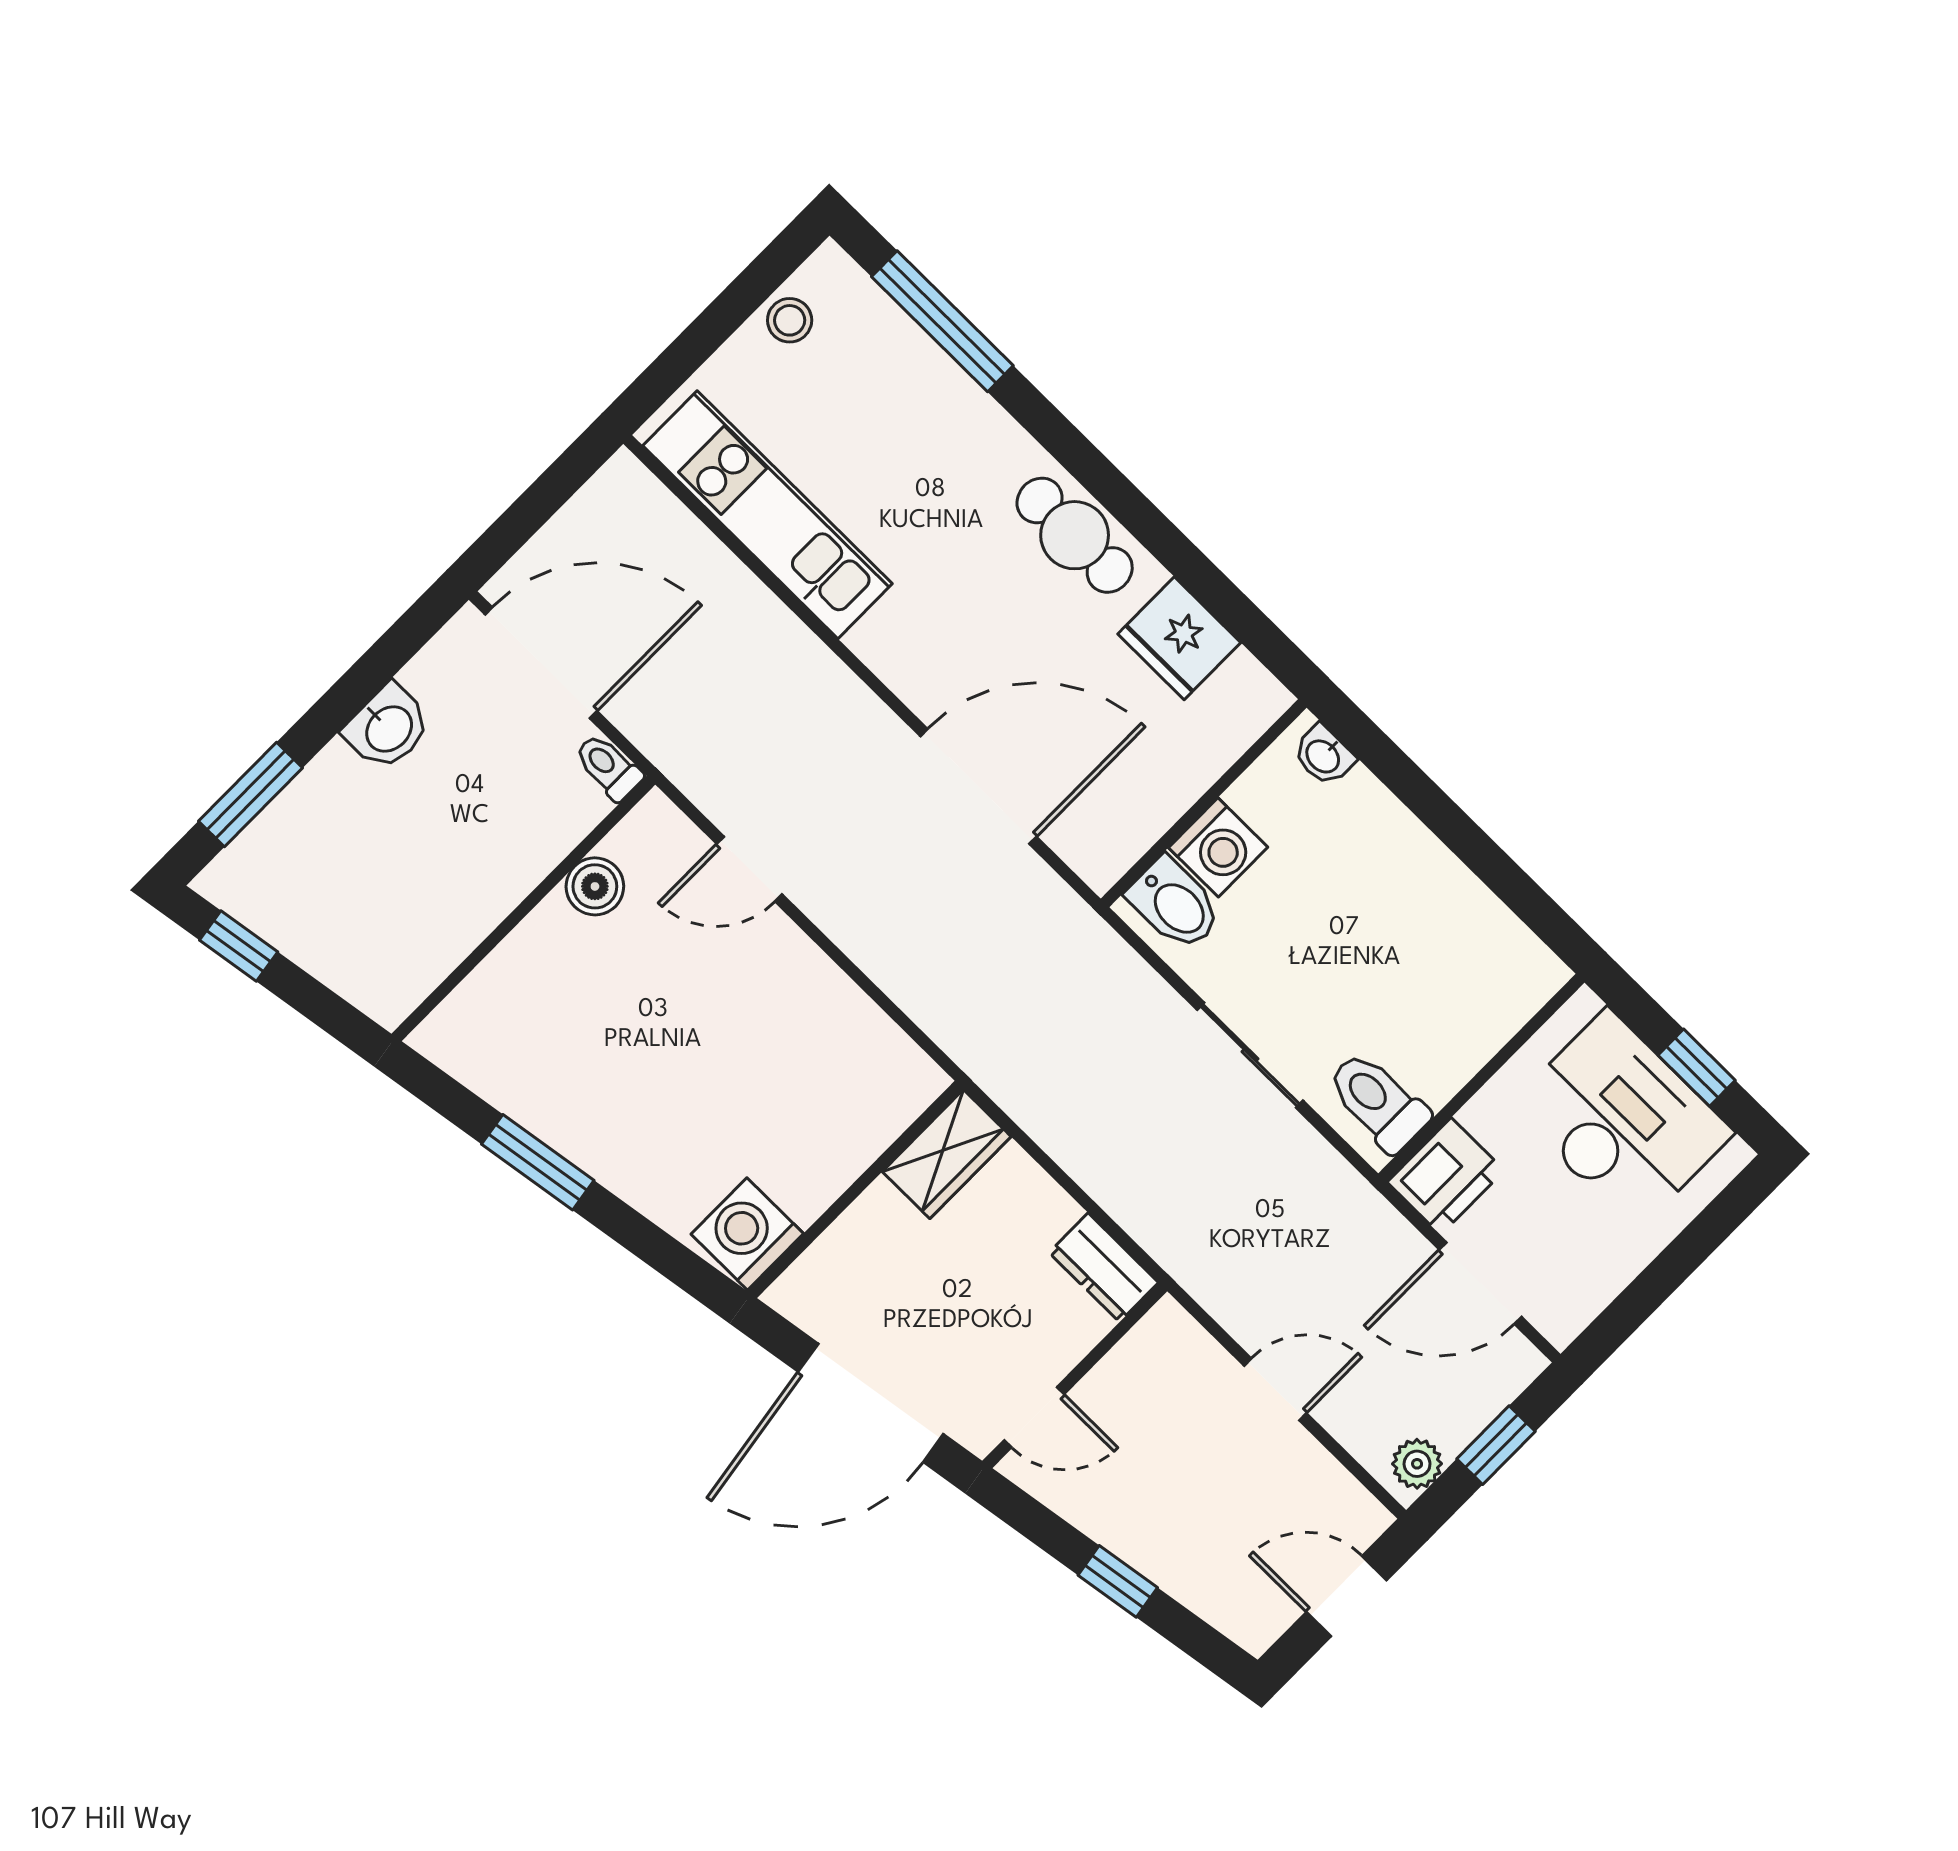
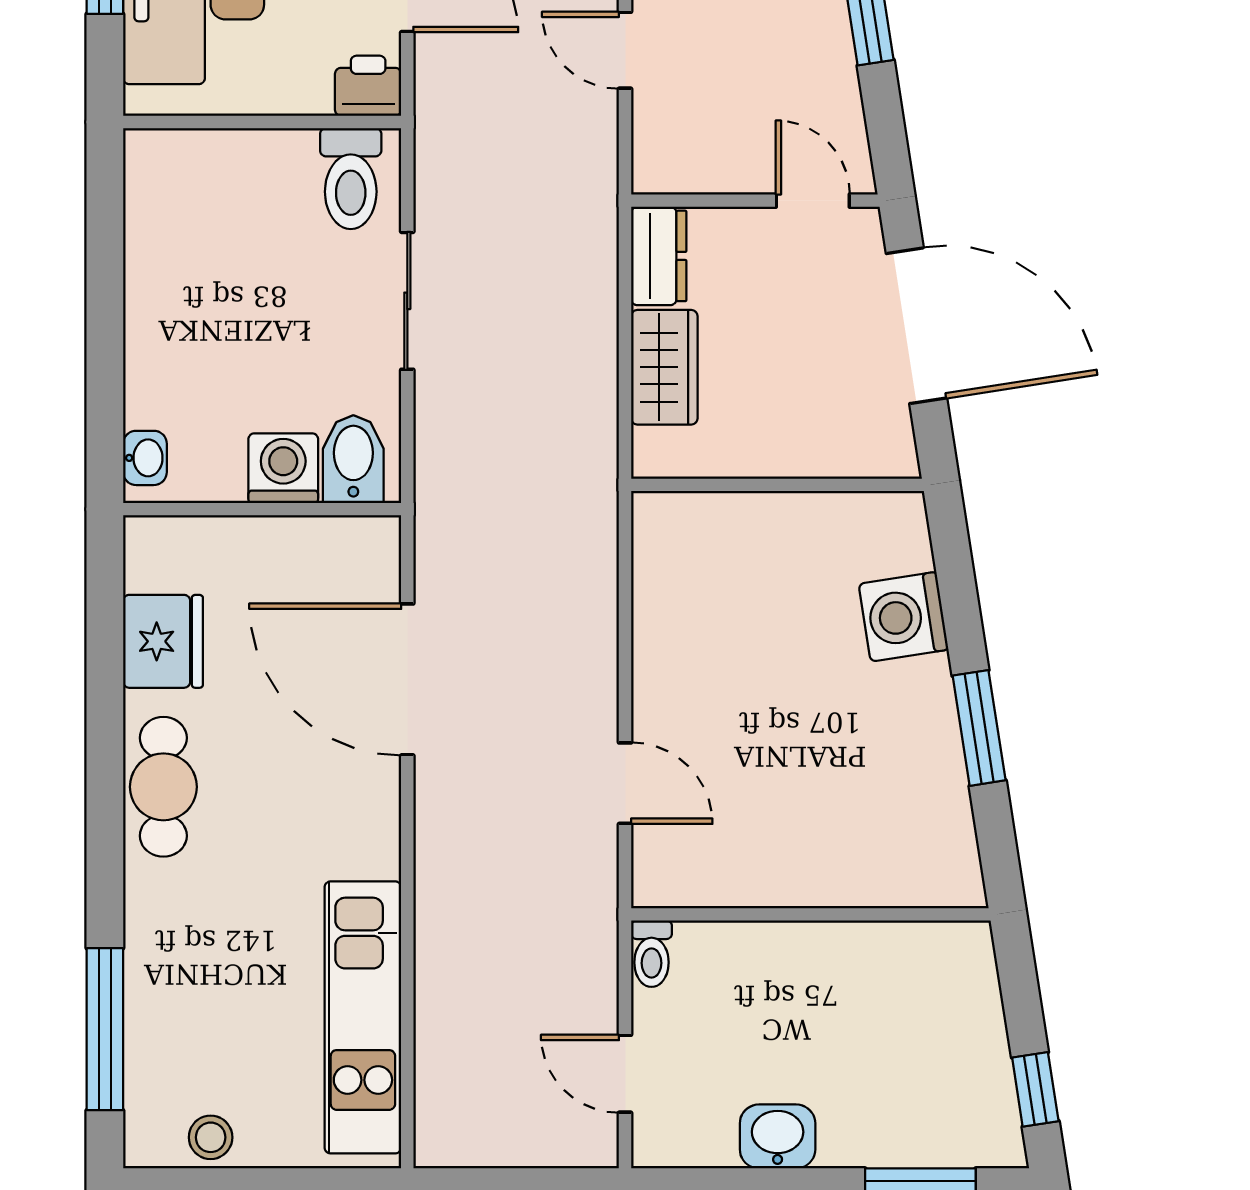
door: (541, 663) -> (625, 1074), width x0.53
boiler: (595, 886) -> (745, 880), removed
wardrobe: (947, 1154) -> (664, 367), moved, turned 90
printer: (1446, 1176) -> (368, 86), width x0.73, depth x0.81
washing machine: (747, 1234) -> (903, 617), moved, turned 81

